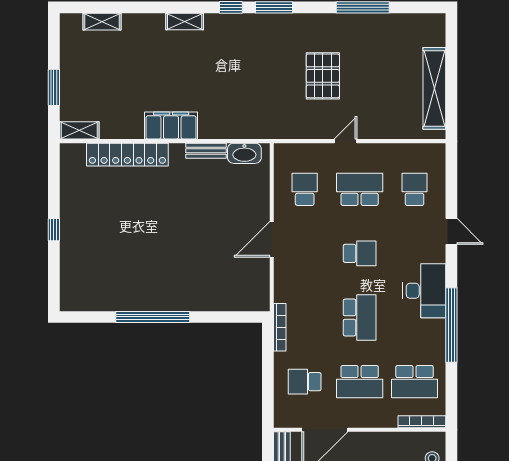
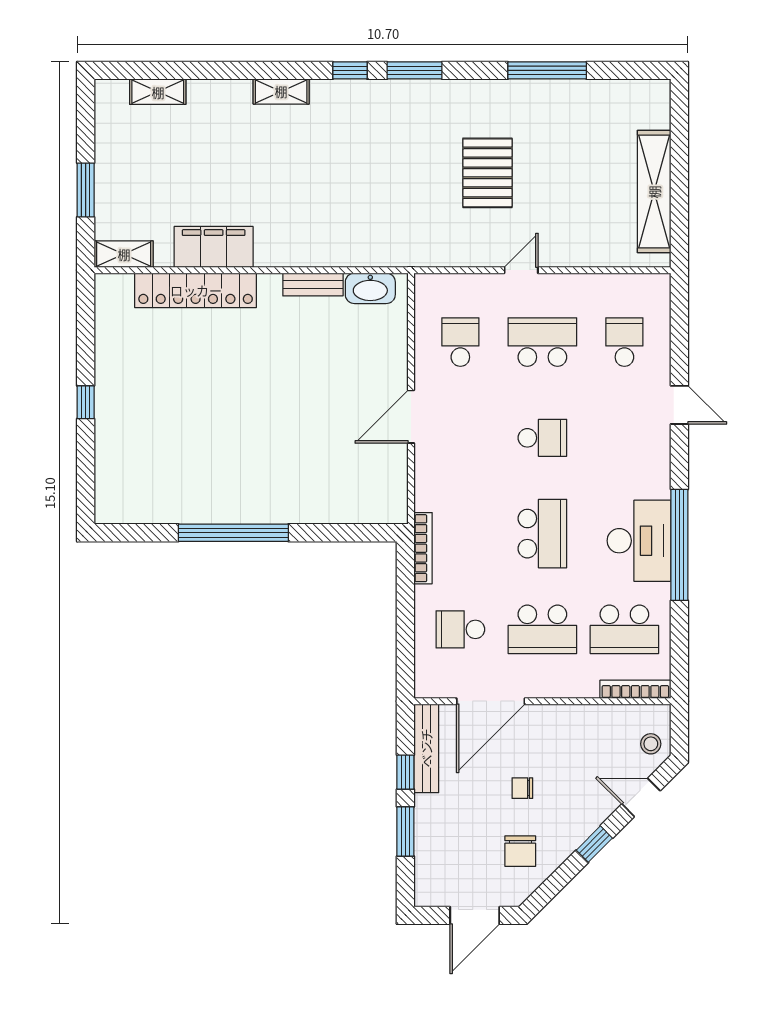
filing cabinet: (171, 126) -> (214, 247), moved
desk: (424, 291) -> (639, 541), moved

